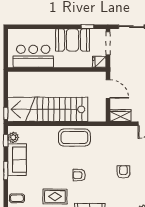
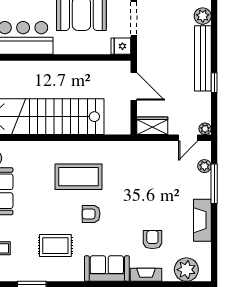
coffee table: (74, 138) -> (78, 177), moved
armchair: (123, 172) -> (152, 240), moved

